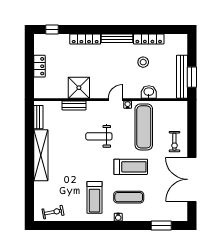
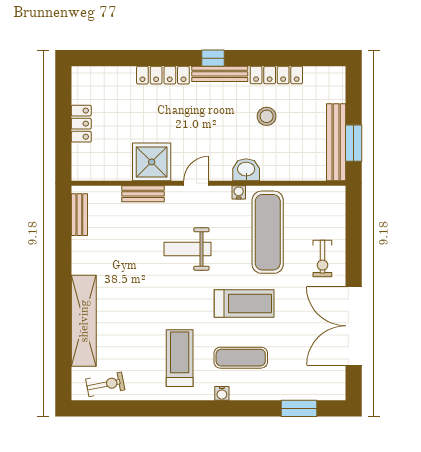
window: (52, 30) -> (213, 58), moved
washbasin: (149, 92) -> (246, 170), moved
door: (115, 100) -> (196, 183), moved
shelving: (41, 155) -> (84, 321), moved
treadmill: (95, 197) -> (180, 358), turned 180

